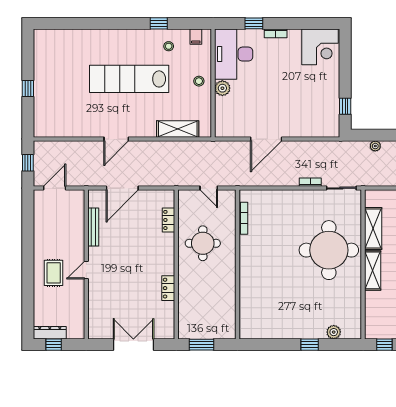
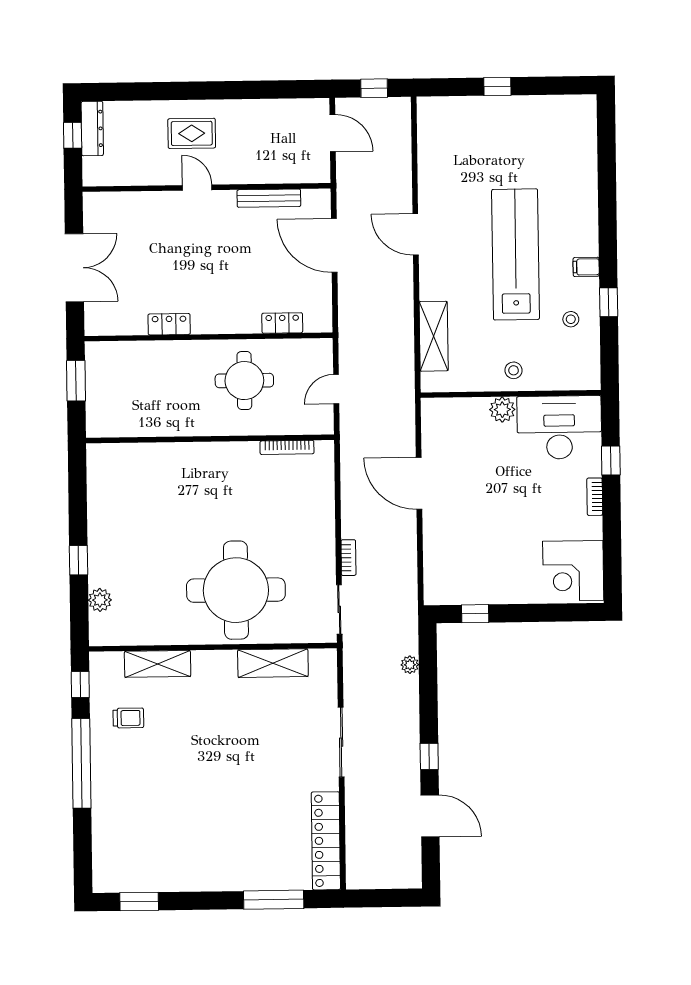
filing cabinet: (196, 37) -> (586, 267), moved
shelving: (373, 270) -> (158, 664), moved

